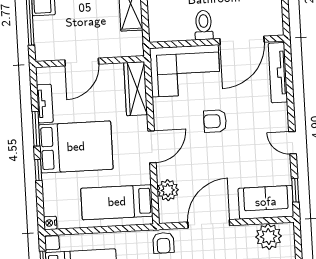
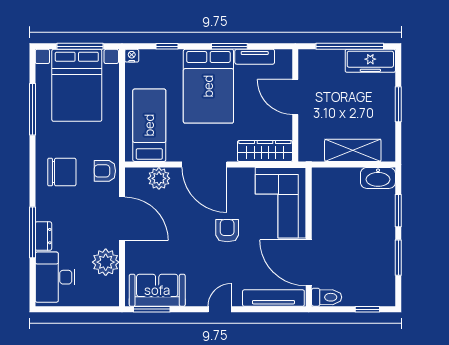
toilet: (204, 25) -> (327, 297), moved
door: (293, 143) -> (220, 309), moved
door: (152, 147) -> (204, 164), width x1.36
window: (38, 170) -> (167, 46), moved
window: (295, 190) -> (152, 309), width x1.50
sofa: (266, 202) -> (157, 290), moved, turned -90
plant: (269, 237) -> (106, 262), moved

